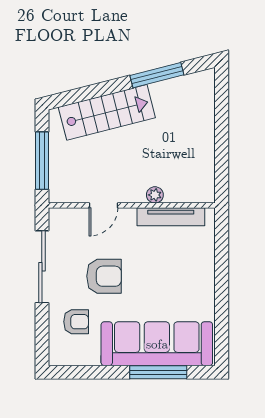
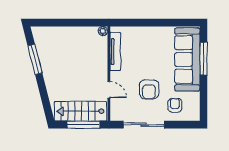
stairs: (107, 112) -> (81, 111), moved, turned -76
plant: (155, 195) -> (103, 31), moved
armchair: (104, 276) -> (149, 89), turned 180

